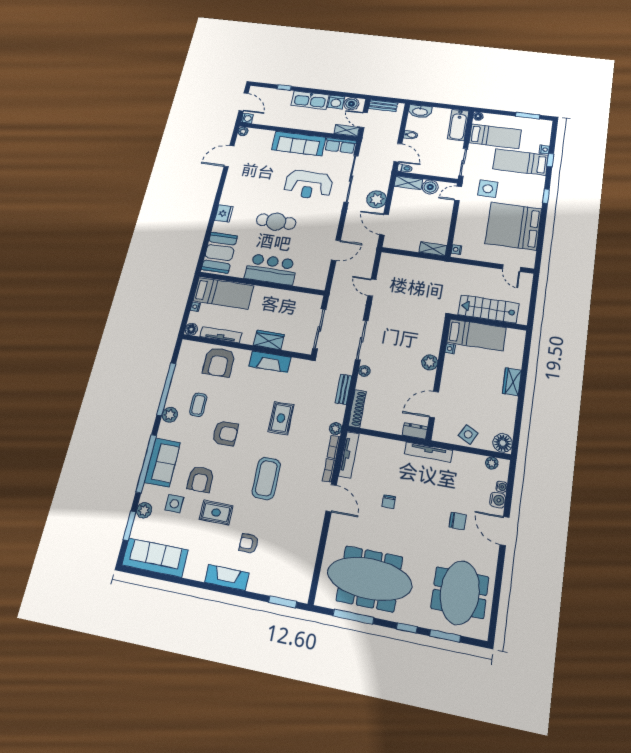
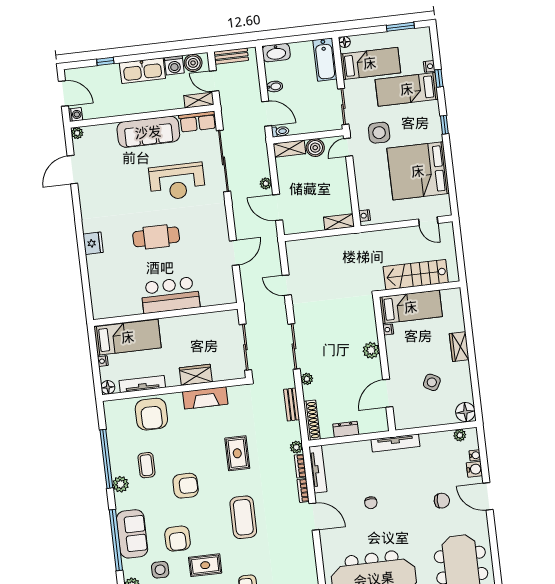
plant: (377, 199) -> (266, 183), width x0.53, depth x0.53
booth: (219, 253) -> (106, 291), removed
dresser: (415, 431) -> (346, 429), moved
side table: (468, 434) -> (432, 382), moved

